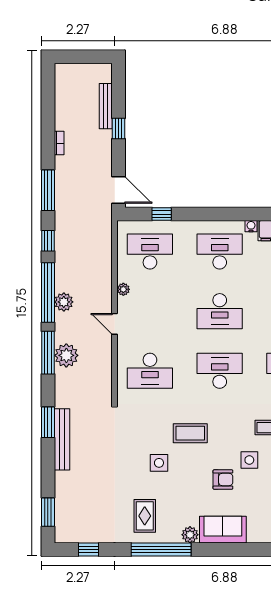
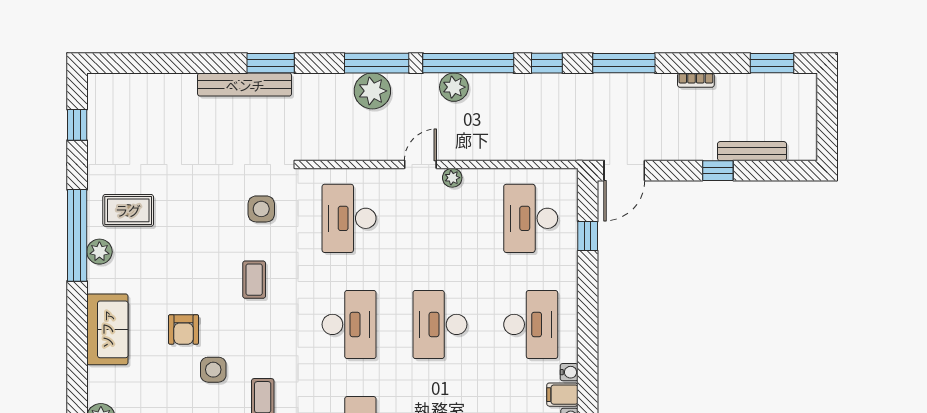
desk: (150, 251) -> (531, 218), turned 180
plant: (123, 289) -> (452, 178), moved
coffee table: (190, 433) -> (254, 280), width x0.73, depth x0.77
side table: (159, 463) -> (261, 209), moved
window: (48, 512) -> (772, 63), moved
plant: (190, 535) -> (99, 252), moved

